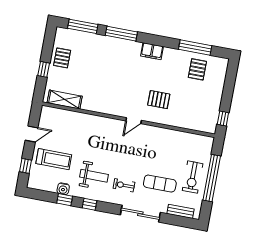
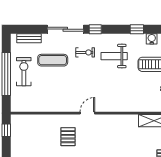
pallet: (159, 100) -> (68, 137), turned 90
water cooler: (63, 189) -> (152, 39), moved
window: (89, 204) -> (95, 29), moved

